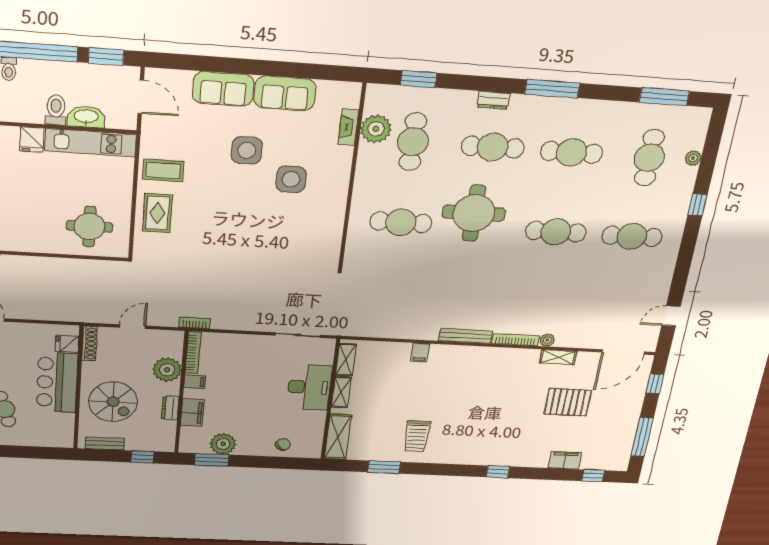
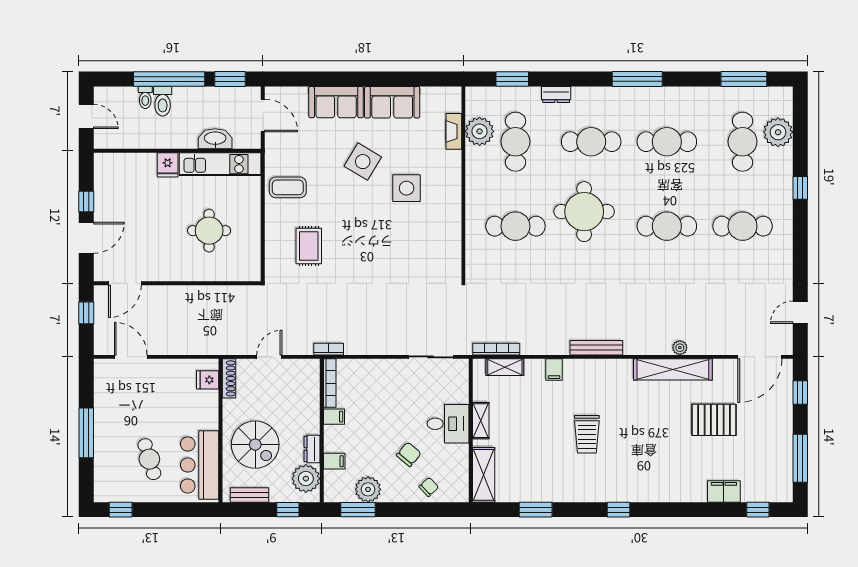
dresser: (493, 100) -> (556, 95), moved
toilet: (56, 110) -> (163, 101), moved, turned 180
side table: (247, 150) -> (363, 162), turned 31
plant: (693, 158) -> (778, 132), width x1.88, depth x1.88
rug: (158, 213) -> (309, 246), moved
round table: (89, 226) -> (209, 231), moved
bookcase: (515, 340) -> (496, 349), moved
shelving: (558, 357) -> (673, 369), width x2.20, depth x1.33
shelving: (346, 360) -> (505, 367), moved, turned 90
plant: (167, 370) -> (306, 479), moved
bar counter: (57, 382) -> (200, 465), moved
desk: (309, 387) -> (448, 424), width x0.73
filing cabinet: (192, 413) -> (334, 461), width x0.50
chair: (266, 417) -> (409, 454), added
trolley: (417, 436) -> (587, 434), moved
window: (498, 472) -> (619, 510), moved

